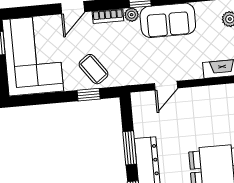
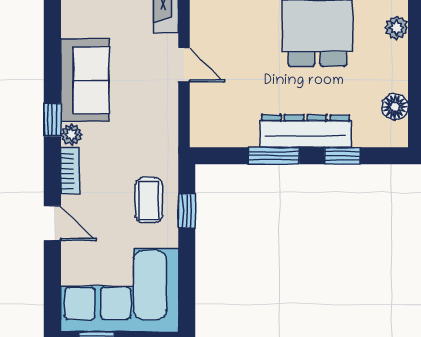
coffee table: (93, 69) -> (149, 200), turned -54
door: (166, 86) -> (184, 65), moved

